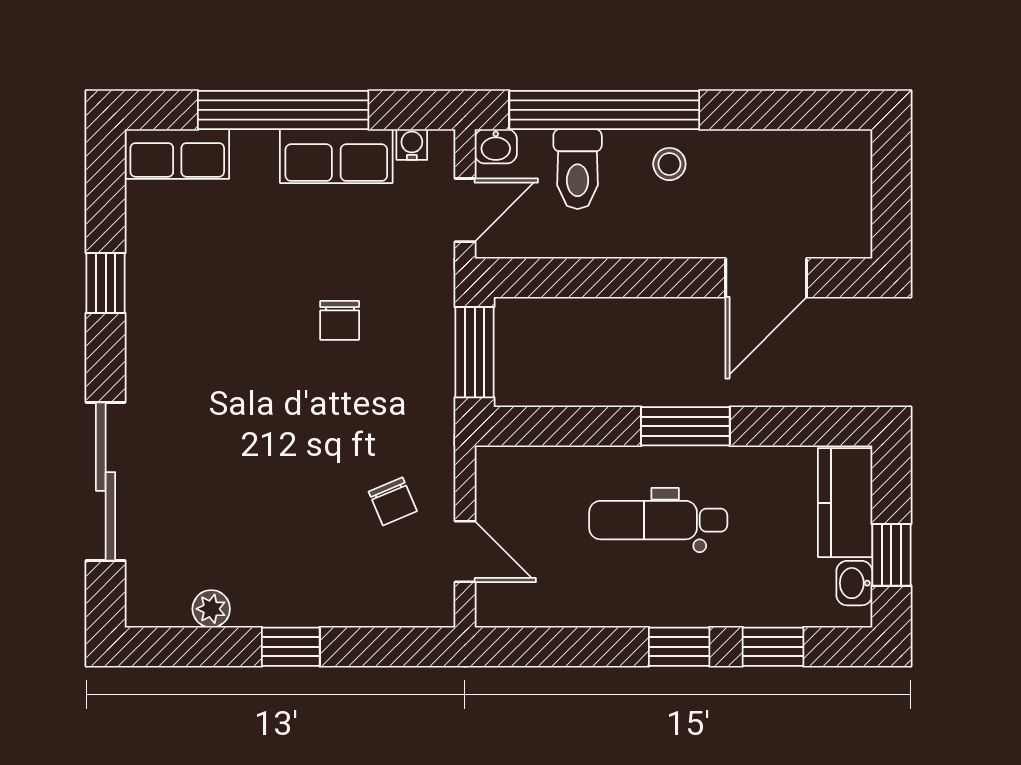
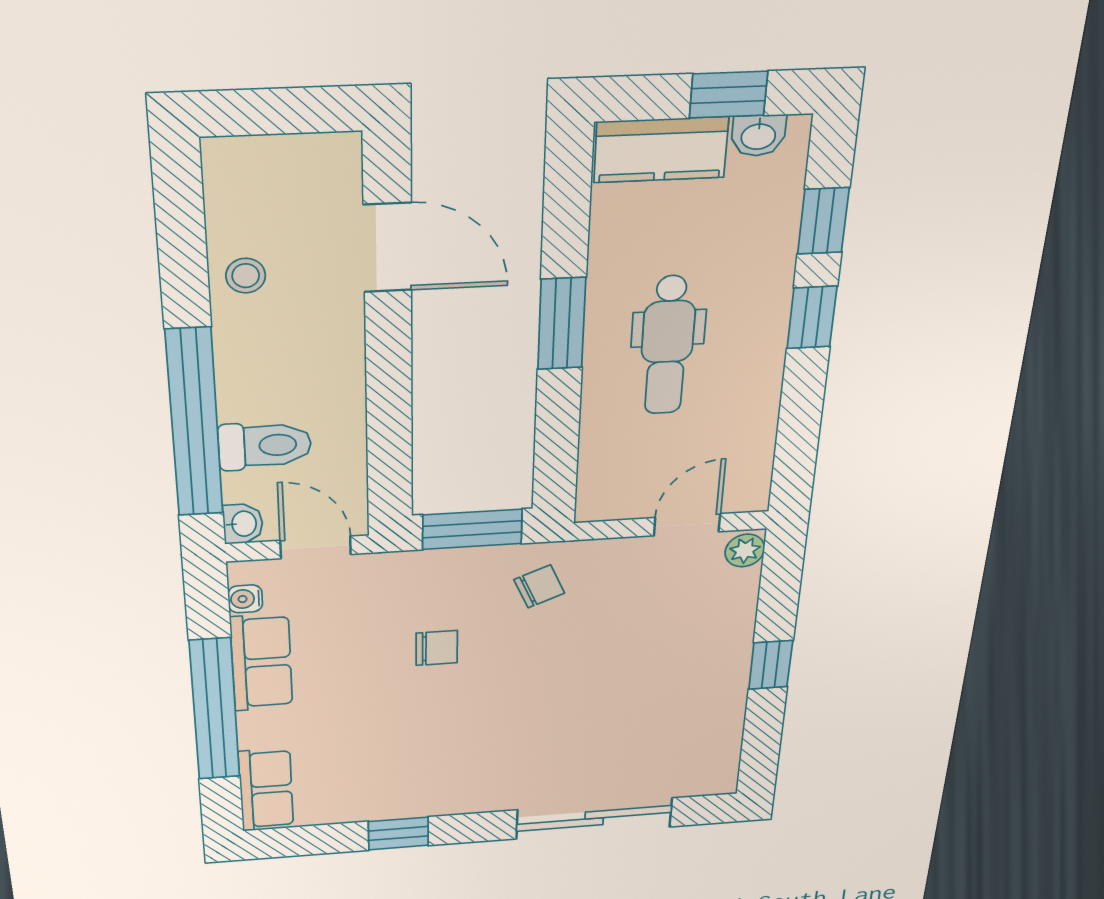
stool: (669, 164) -> (246, 276), moved
chair: (393, 501) -> (539, 586), moved
plant: (211, 609) -> (745, 550), moved

